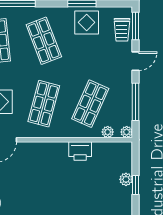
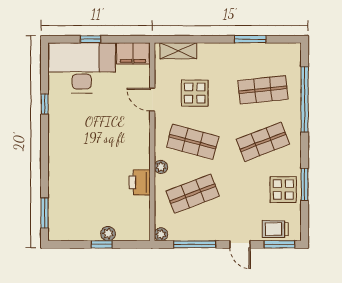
shop shelf: (90, 104) -> (193, 194), turned -45
plant: (108, 132) -> (161, 167), moved

